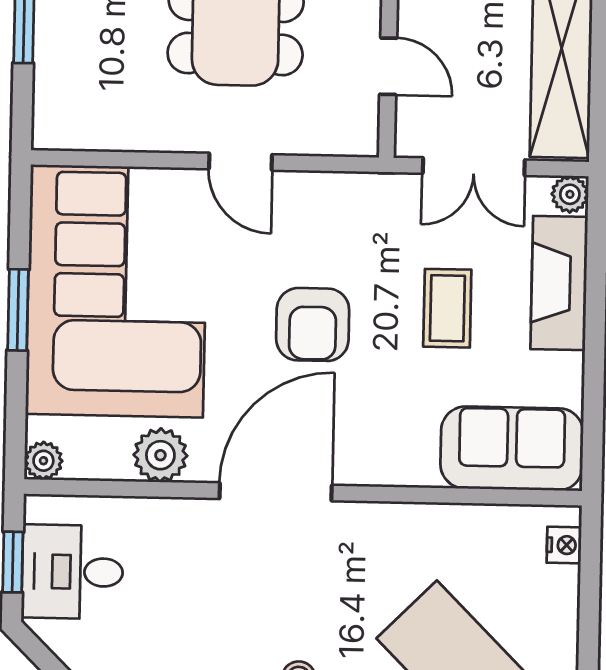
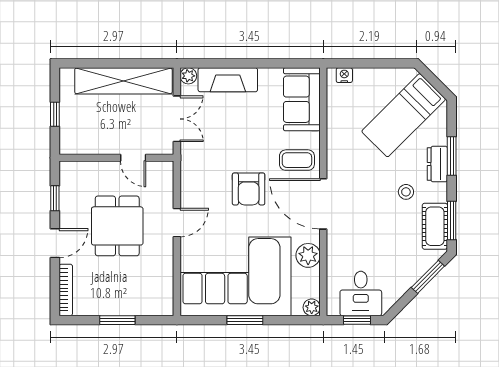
door: (388, 66) -> (133, 158), swing flipped
coffee table: (447, 308) -> (297, 160), moved
armchair: (313, 324) -> (249, 189), turned 90

